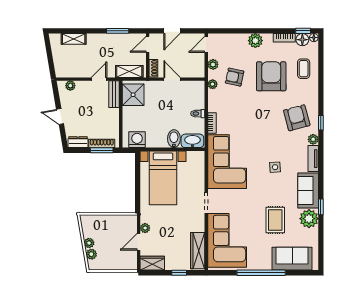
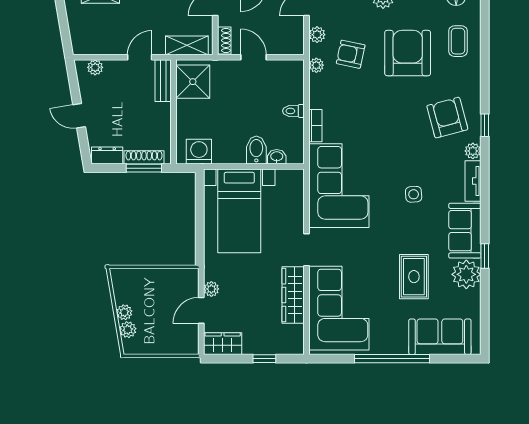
washbasin: (192, 141) -> (277, 157), width x0.52, depth x0.69
wardrobe: (198, 251) -> (293, 295), moved

